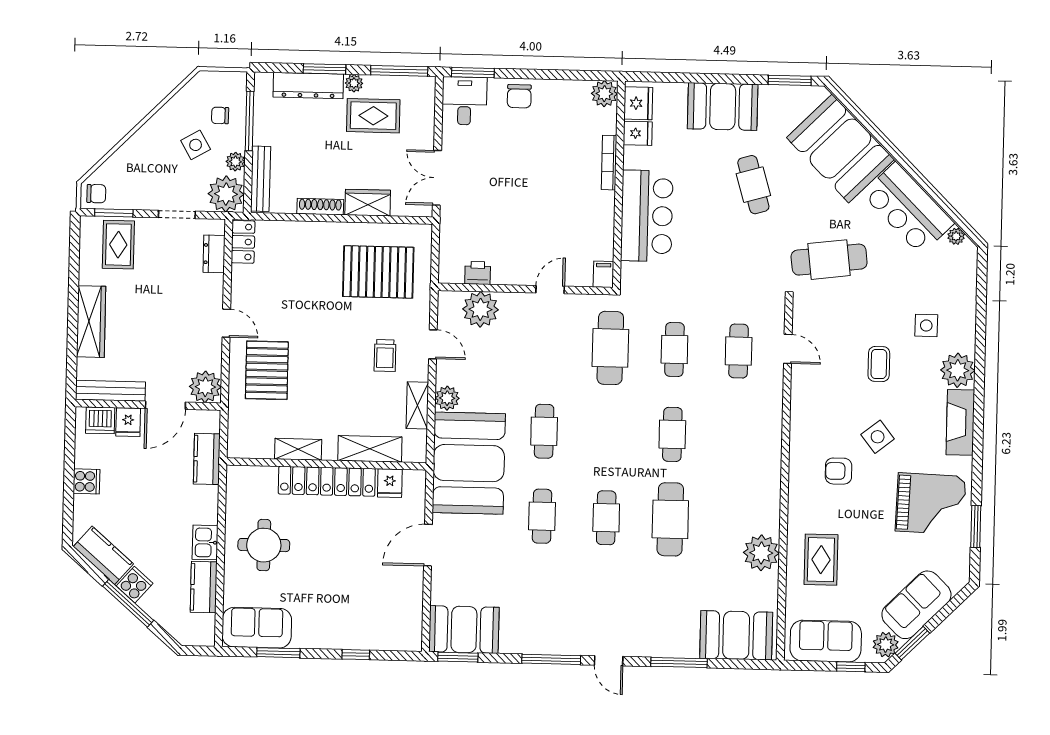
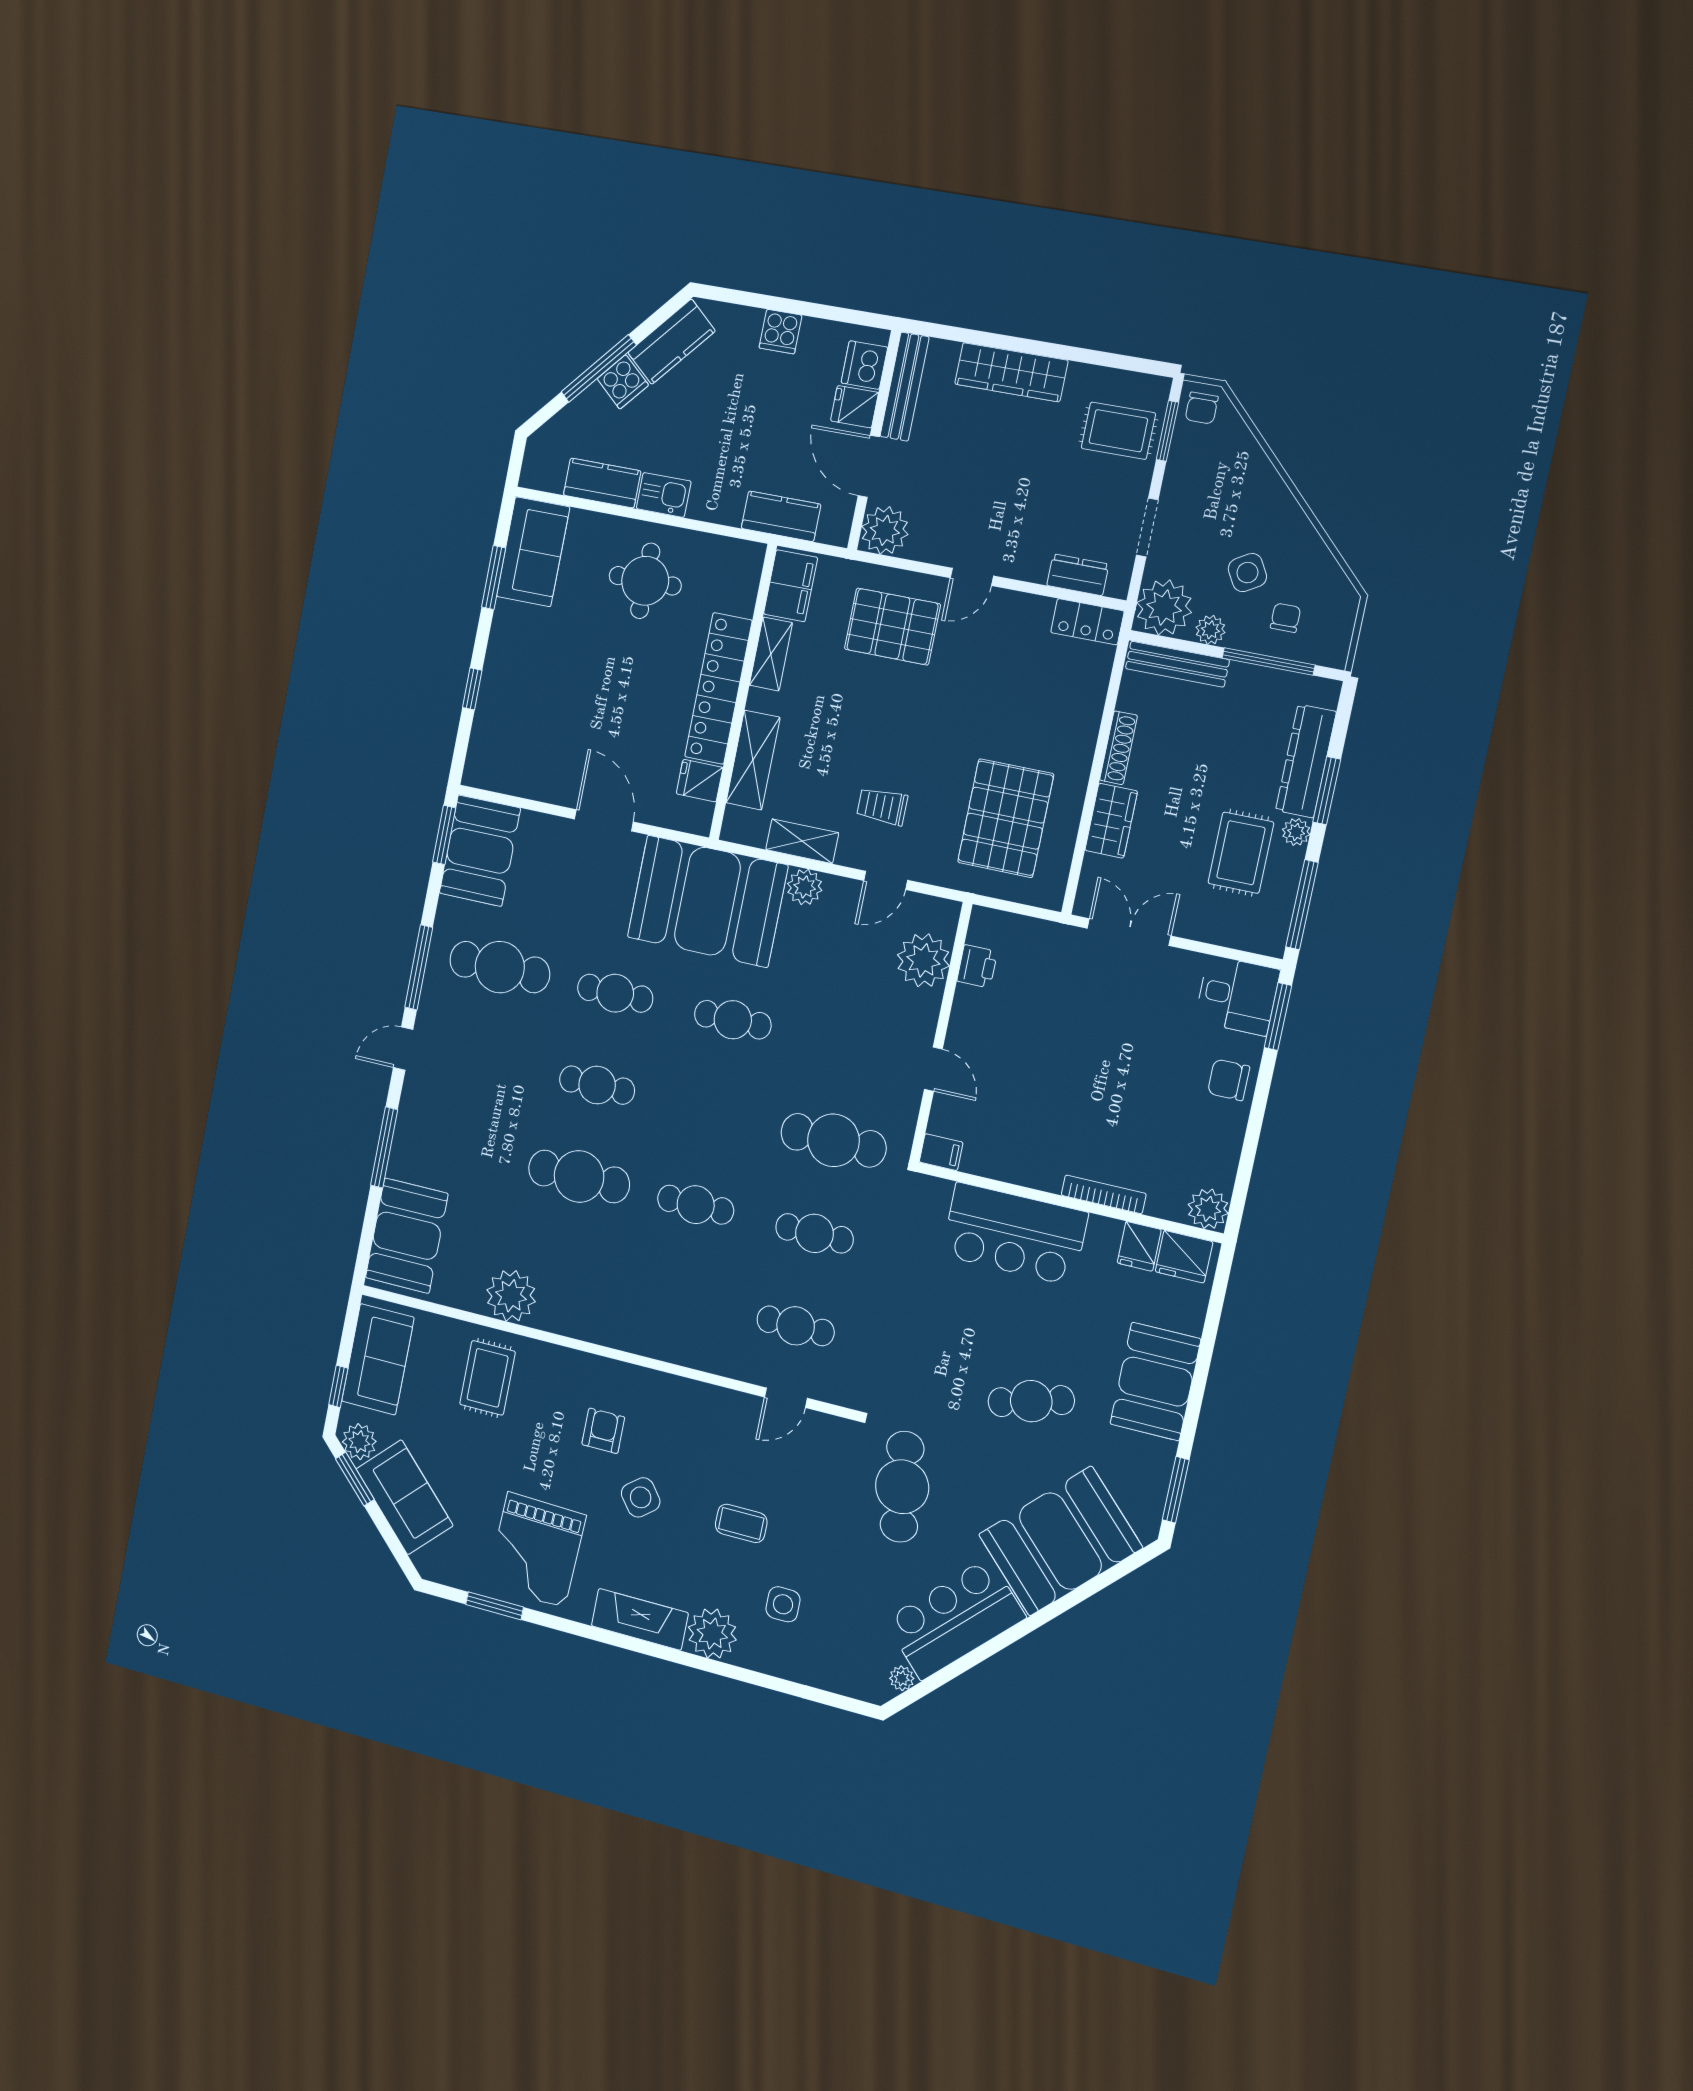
filing cabinet: (251, 444) -> (791, 586), added
rug: (821, 560) -> (487, 1378), turned 90
cafe table: (540, 601) -> (500, 967), added

